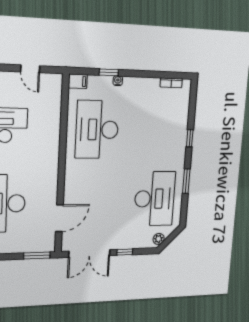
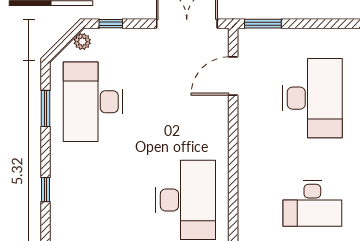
window: (186, 181) -> (45, 109), moved
window: (125, 252) -> (111, 24), moved

